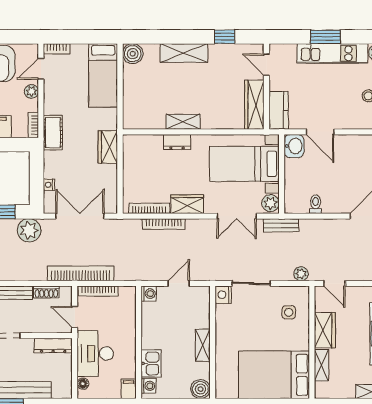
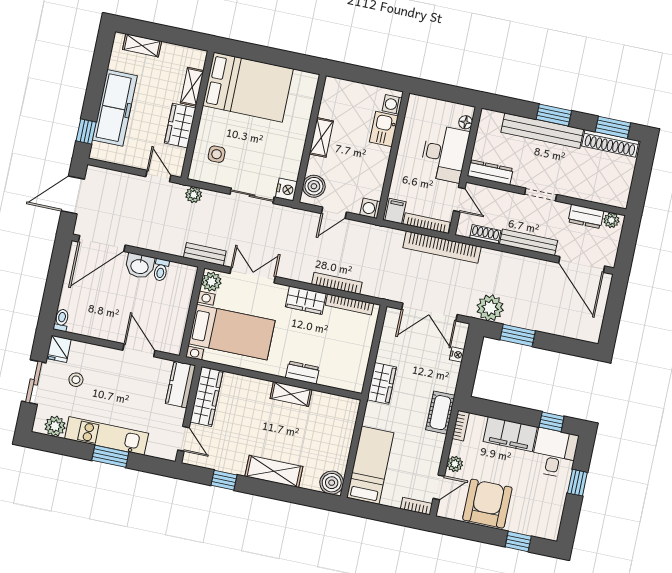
washbasin: (294, 146) -> (140, 266), moved, turned -90
filing cabinet: (129, 389) -> (395, 211), moved, turned 180
boiler: (200, 389) -> (314, 186), moved

